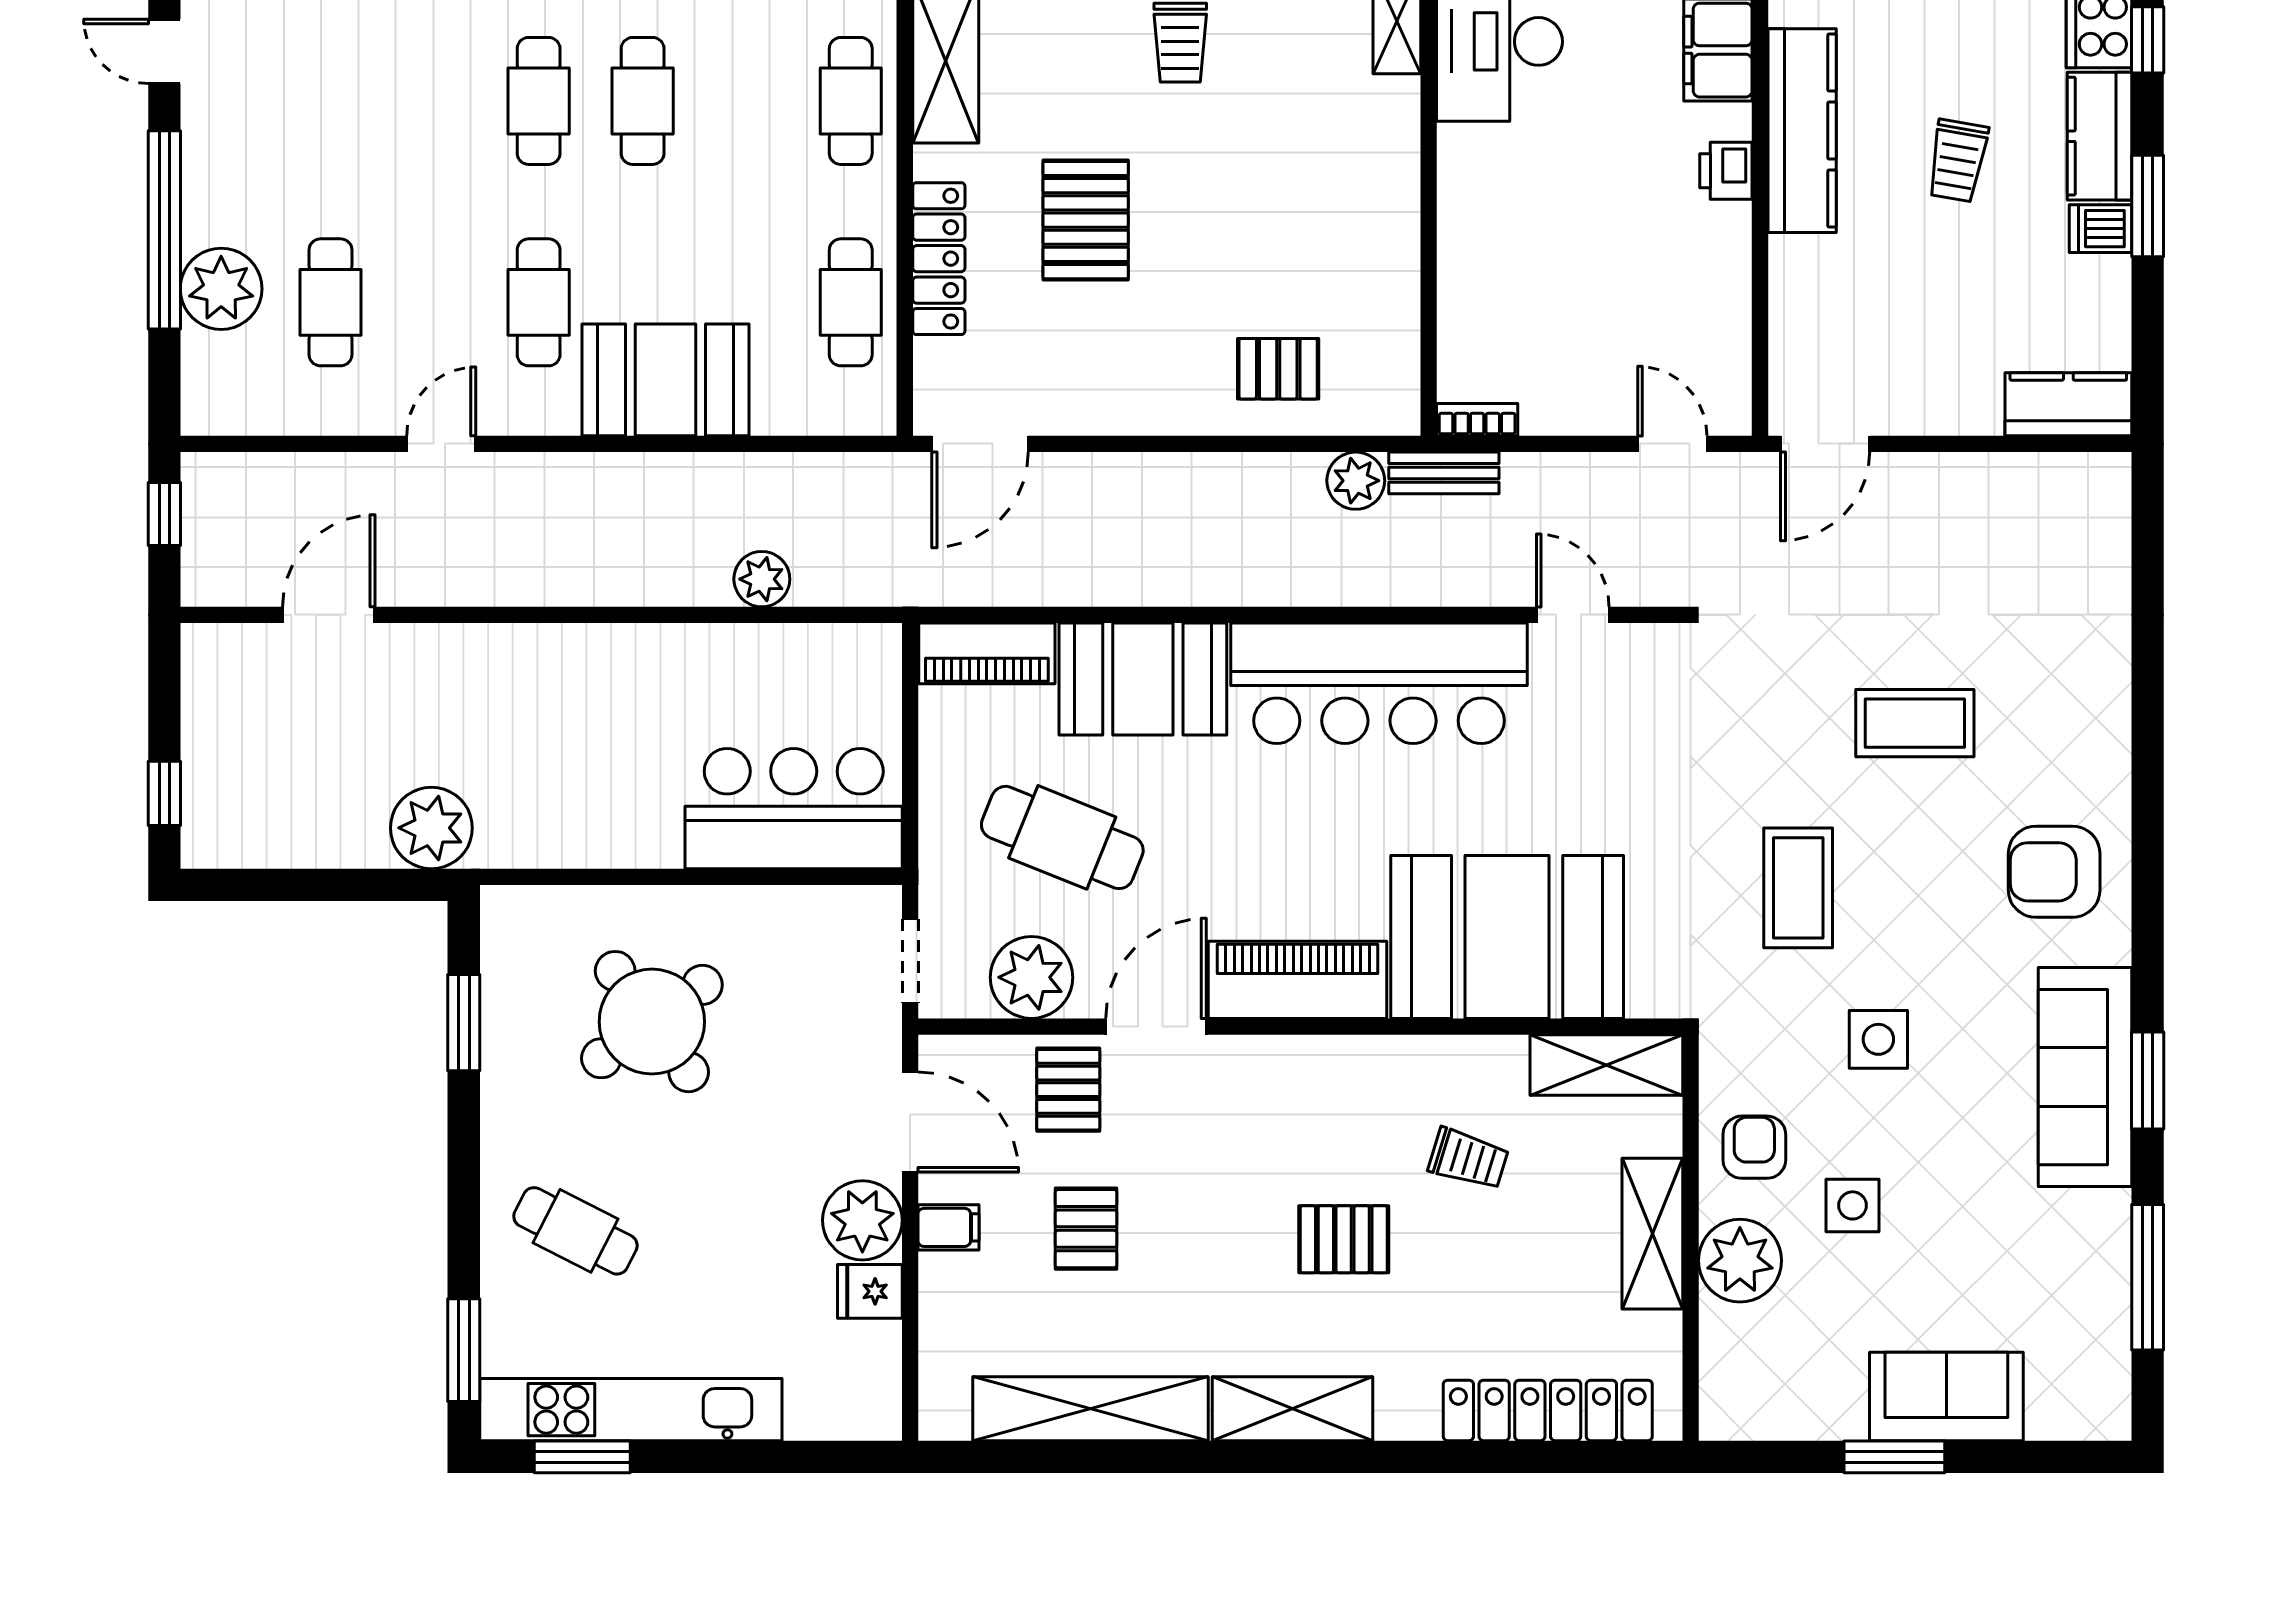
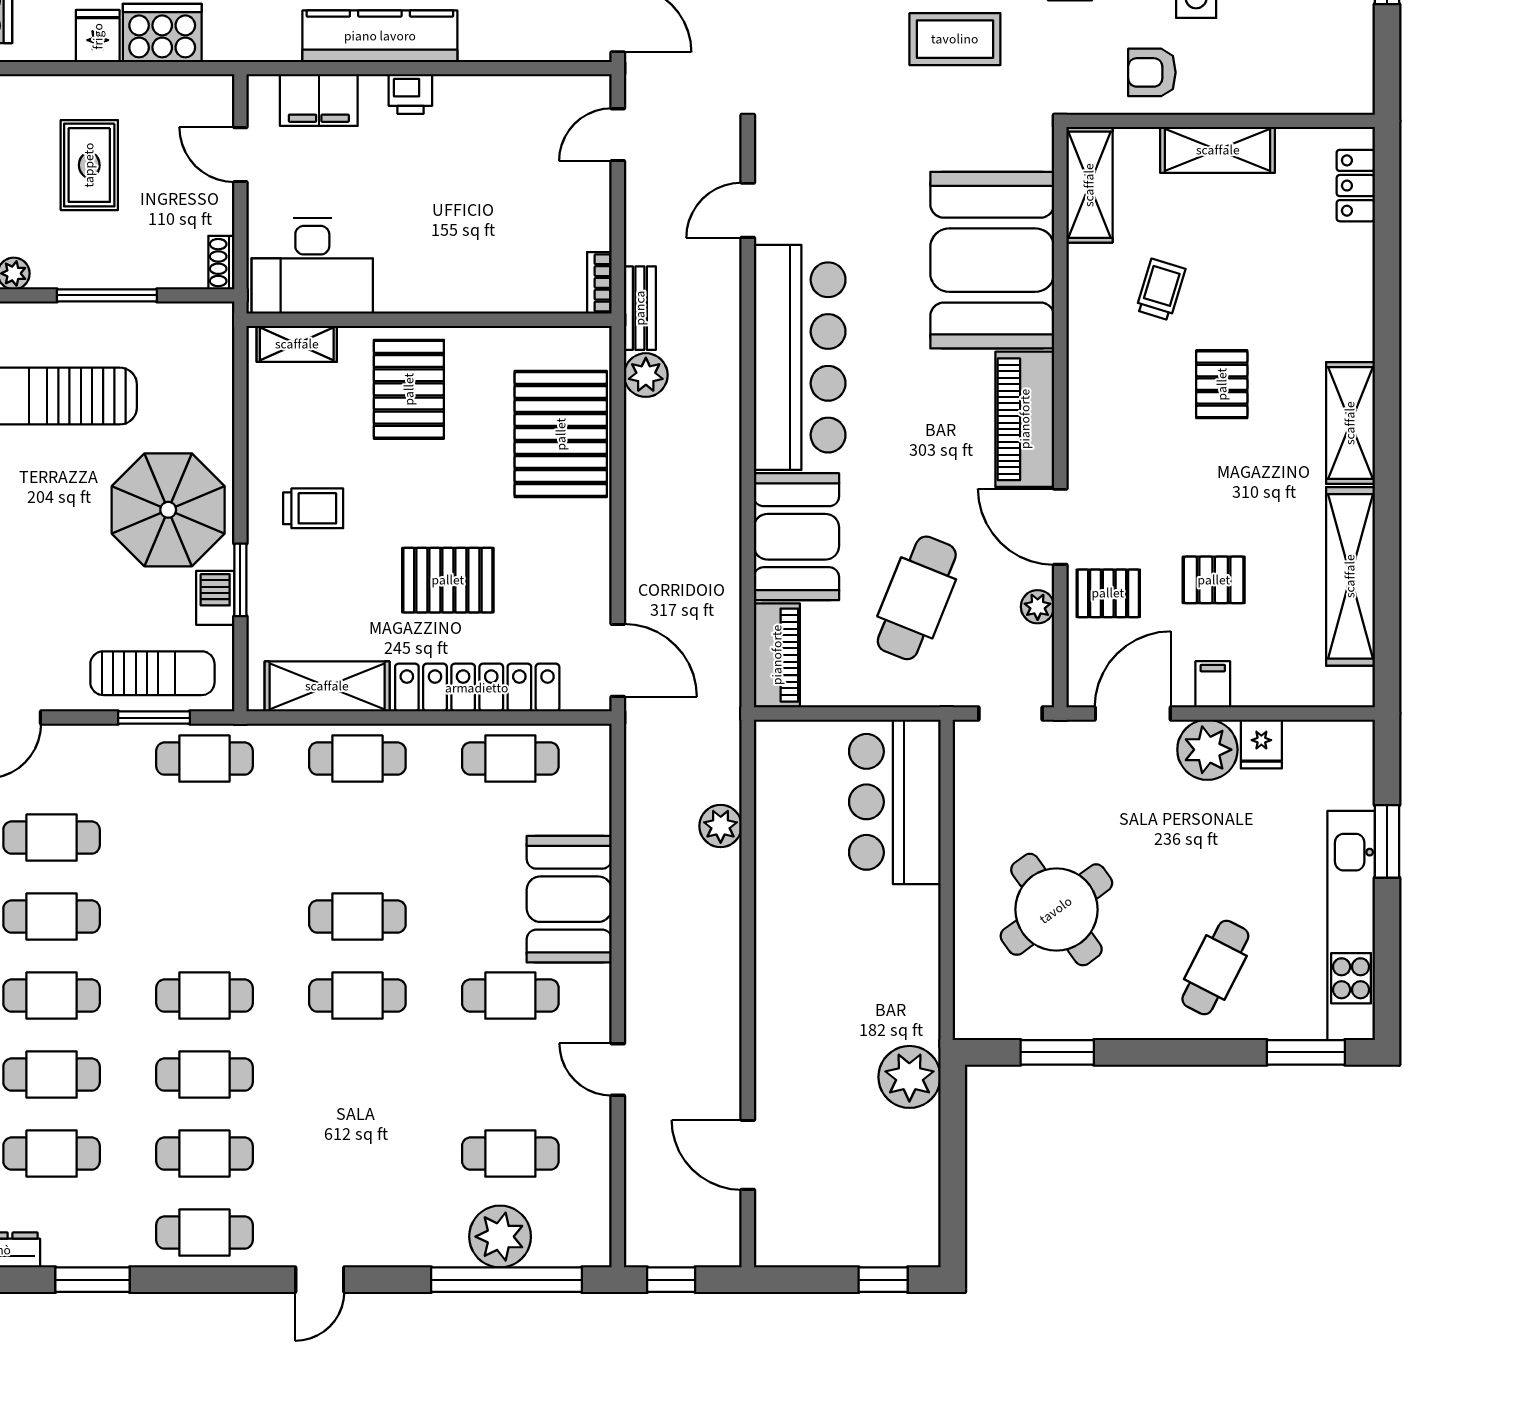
pallet: (1337, 169) -> (409, 389), added
window: (164, 230) -> (506, 1280), moved
locker: (939, 259) -> (477, 688), width x1.41, depth x1.21
pallet: (1278, 369) -> (561, 434), width x2.05, depth x2.00
plant: (1032, 977) -> (1038, 607), width x0.53, depth x0.53
plant: (1740, 1261) -> (1238, 83), removed
locker: (1548, 1410) -> (1356, 186), width x0.46, depth x0.83
window: (582, 1457) -> (1387, 841), moved

